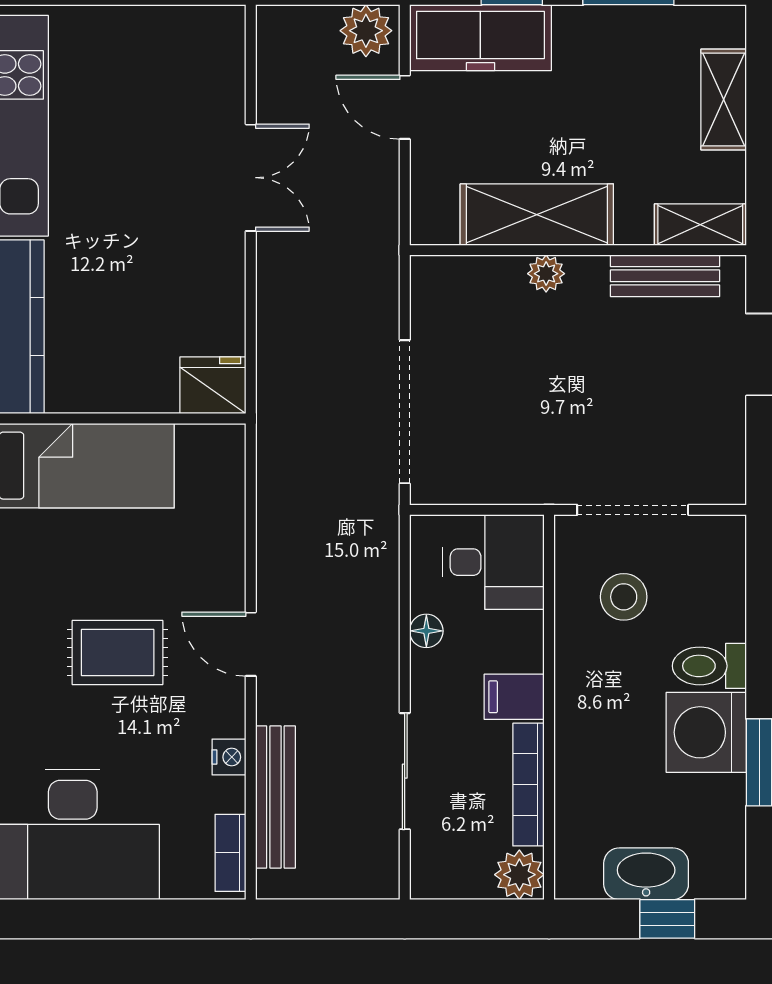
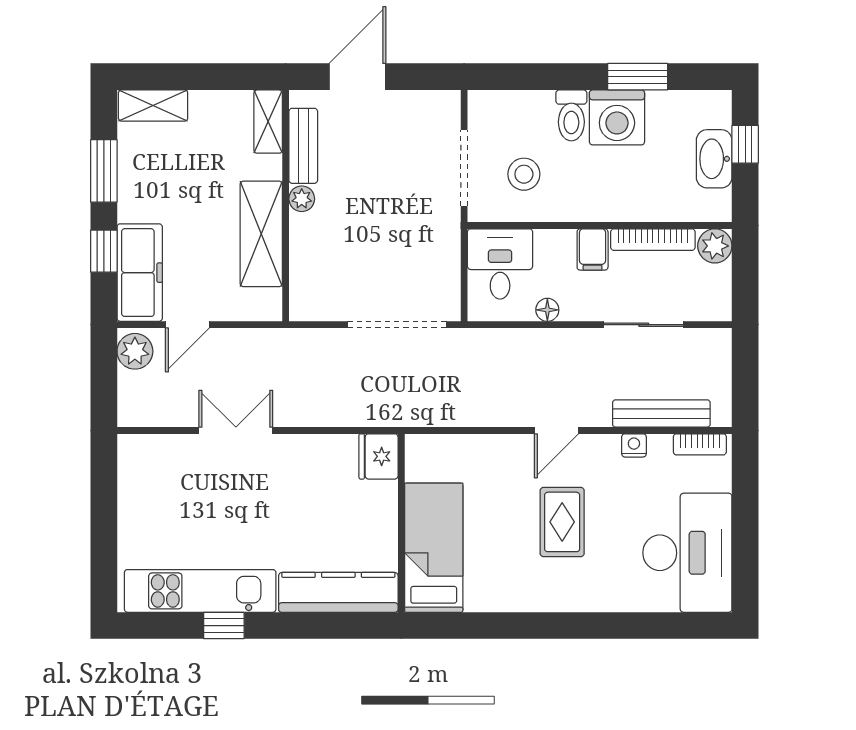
shelving: (724, 99) -> (153, 106), moved
plant: (546, 274) -> (302, 199), moved

